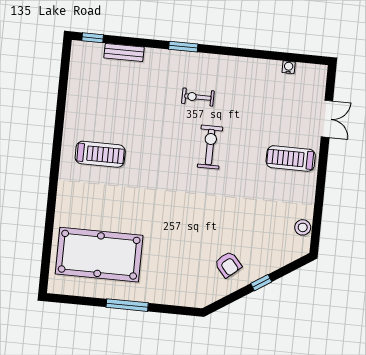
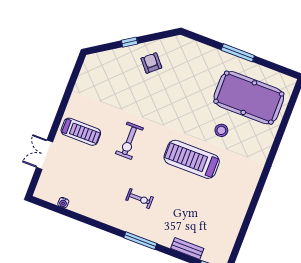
window: (183, 47) -> (140, 241), width x1.44
exercise bike: (210, 147) -> (129, 141), moved
treadmill: (100, 154) -> (192, 159), moved, width x1.37, depth x1.38
stool: (303, 227) -> (221, 130), moved

